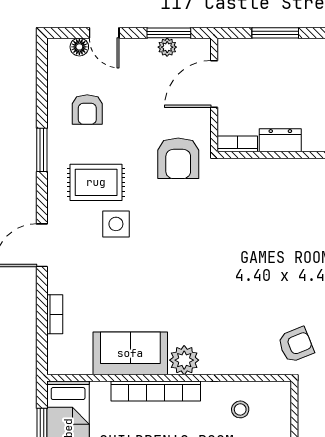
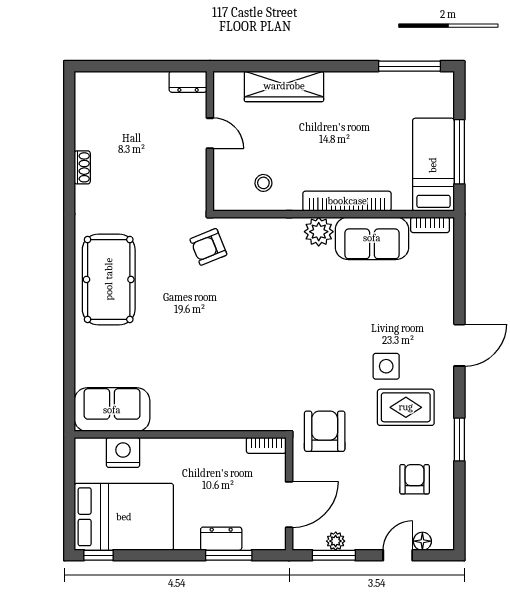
door: (104, 33) -> (398, 555), hinge flipped
dresser: (280, 140) -> (221, 539), moved, turned 180
bookcase: (55, 314) -> (430, 225), moved, turned -90

